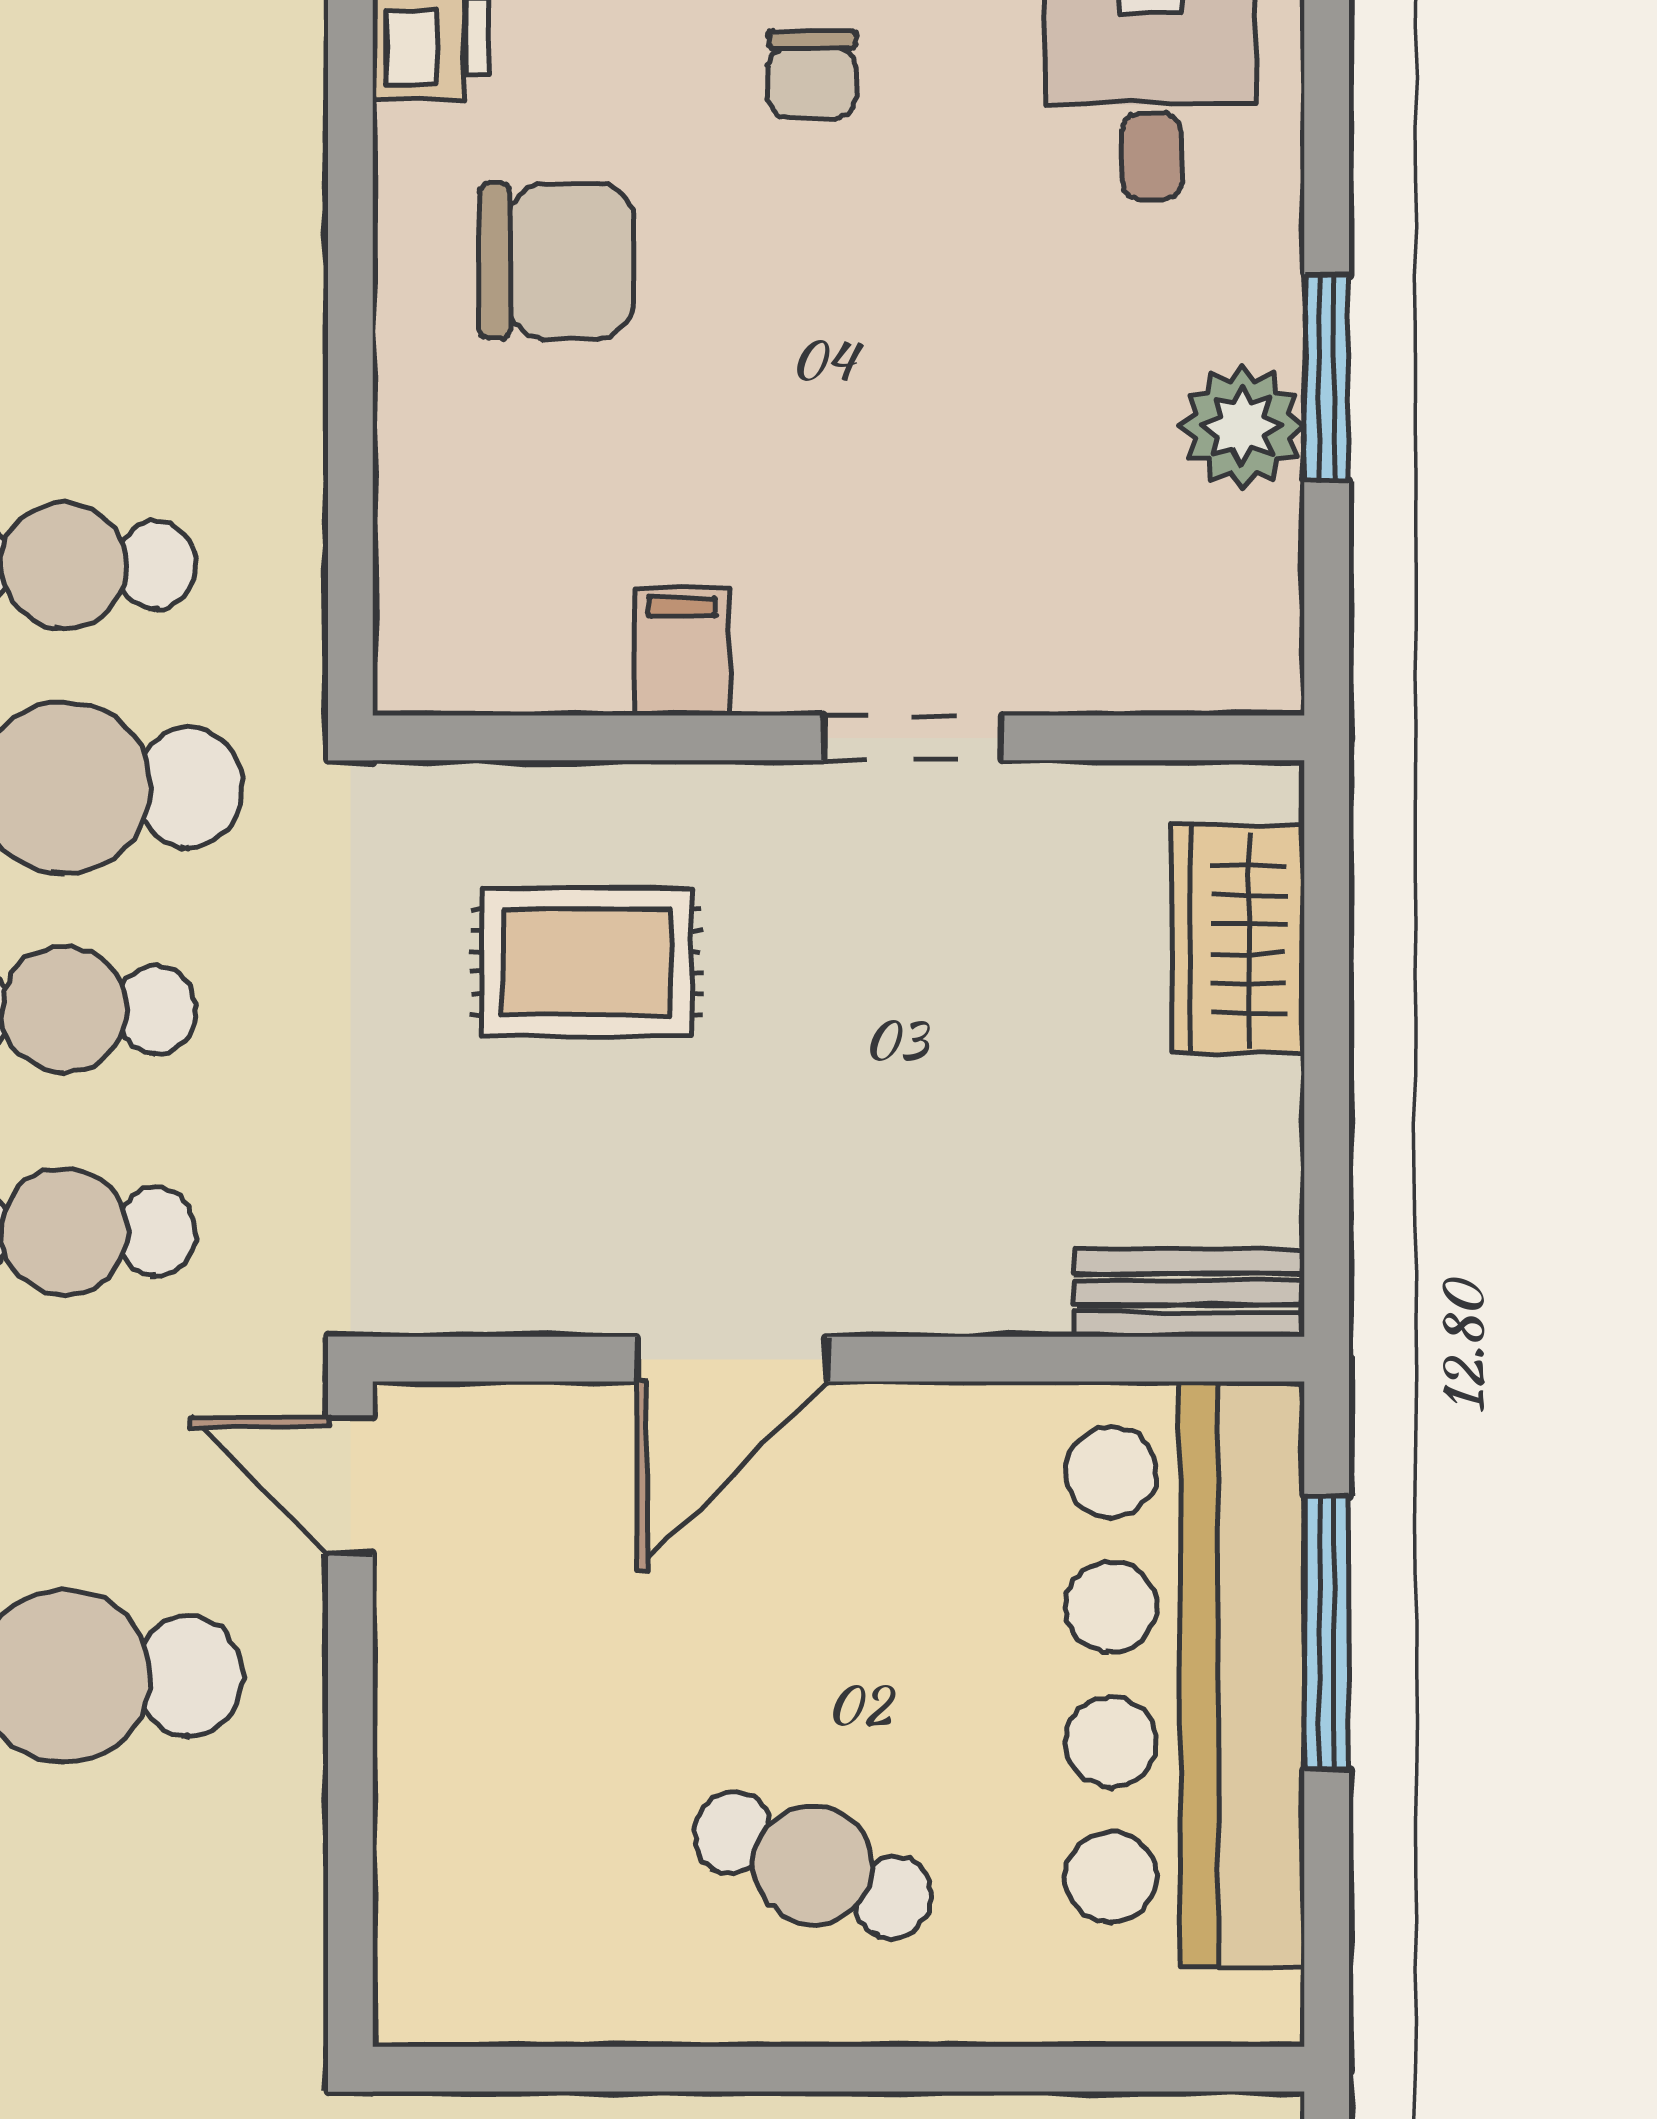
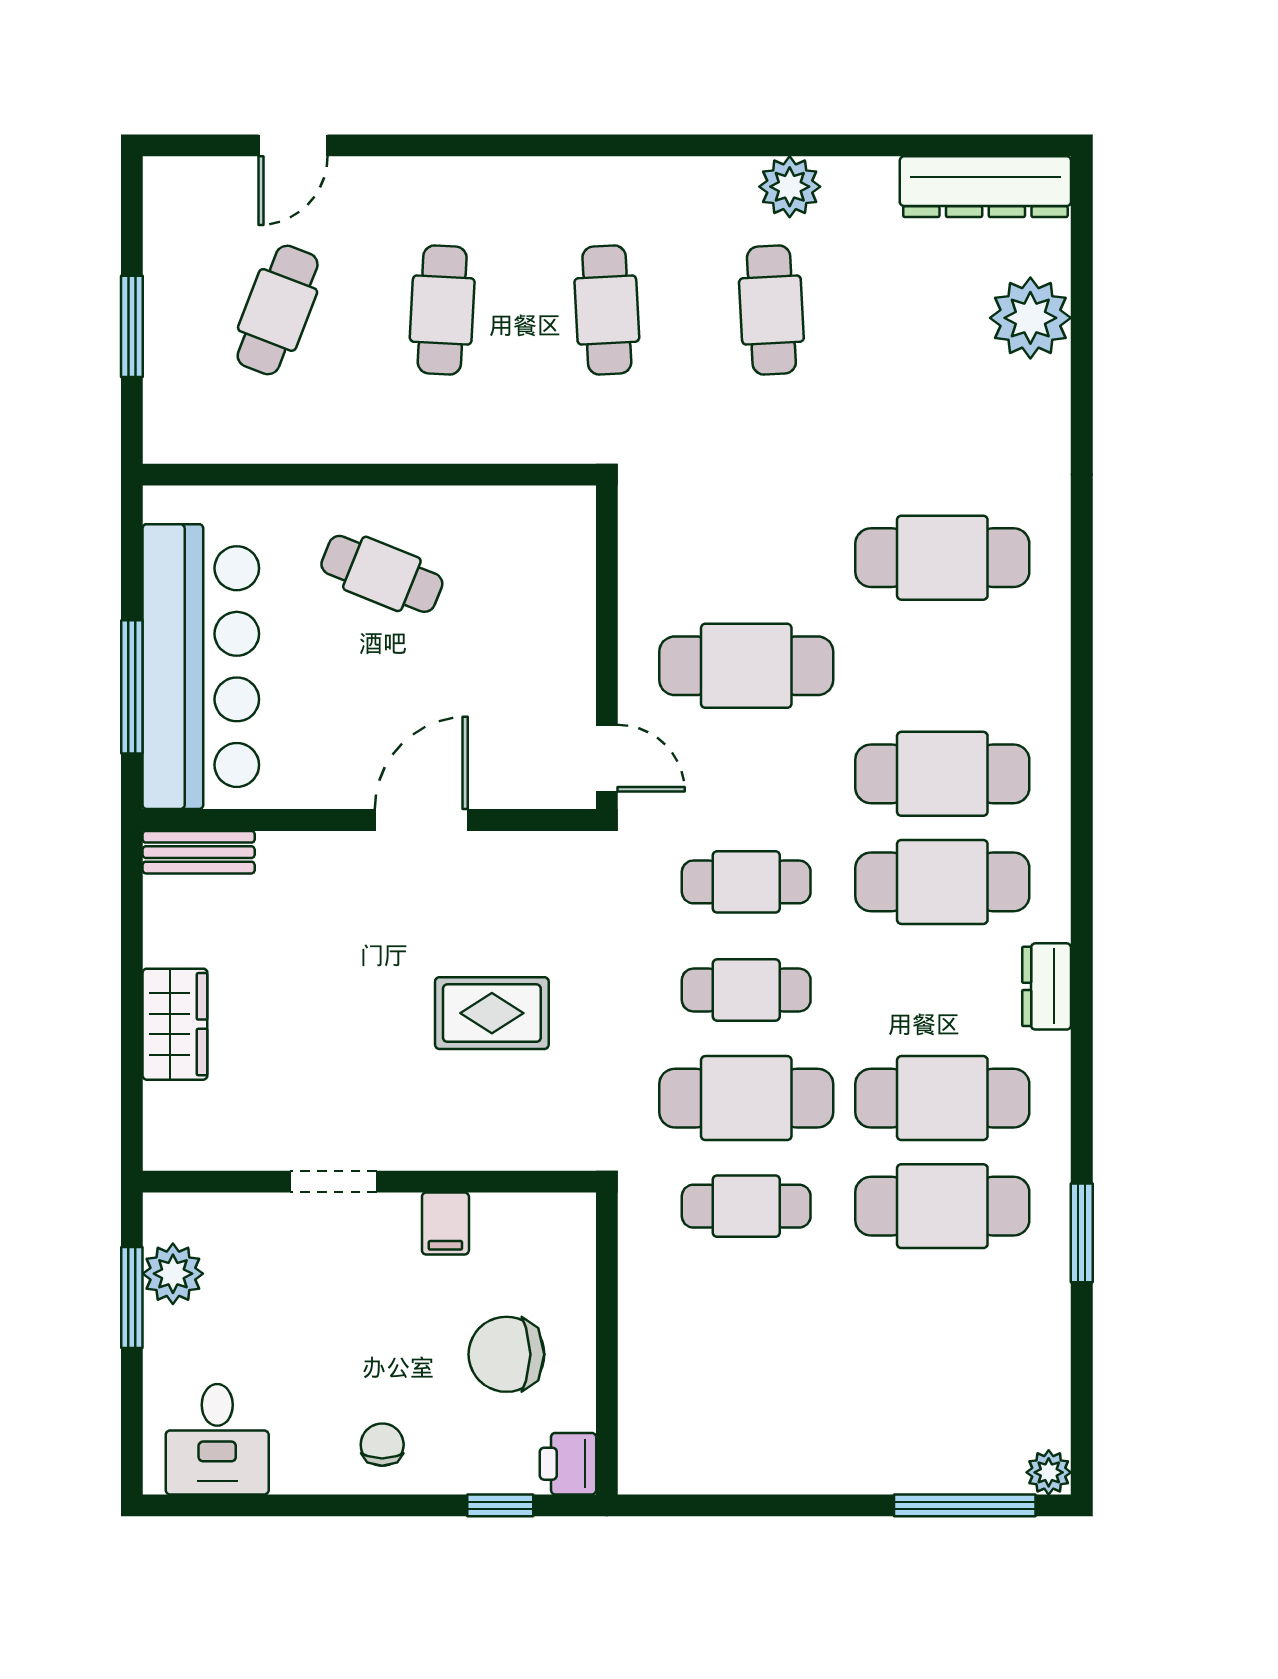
filing cabinet: (682, 652) -> (445, 1224), moved
wall: (838, 738) -> (369, 1182), moved
doorway: (913, 738) -> (333, 1182), moved

